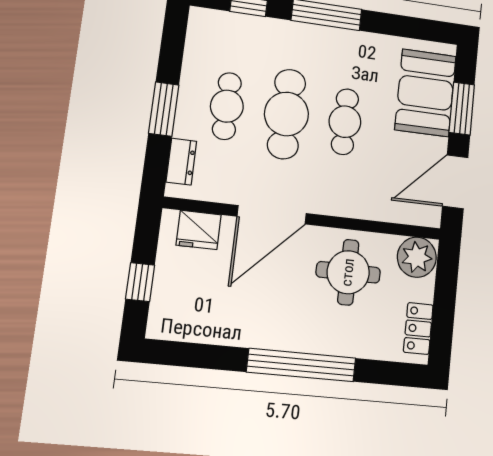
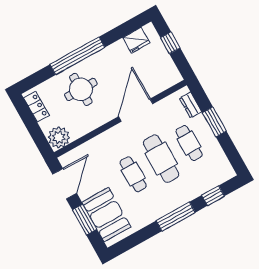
fridge: (199, 230) -> (136, 40), moved, turned 180
round table: (348, 272) -> (81, 89), moved

